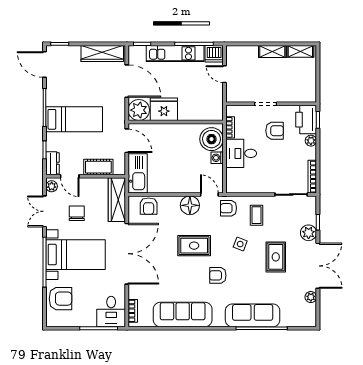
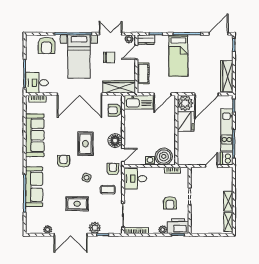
desk: (241, 153) -> (135, 179), moved, turned -90

